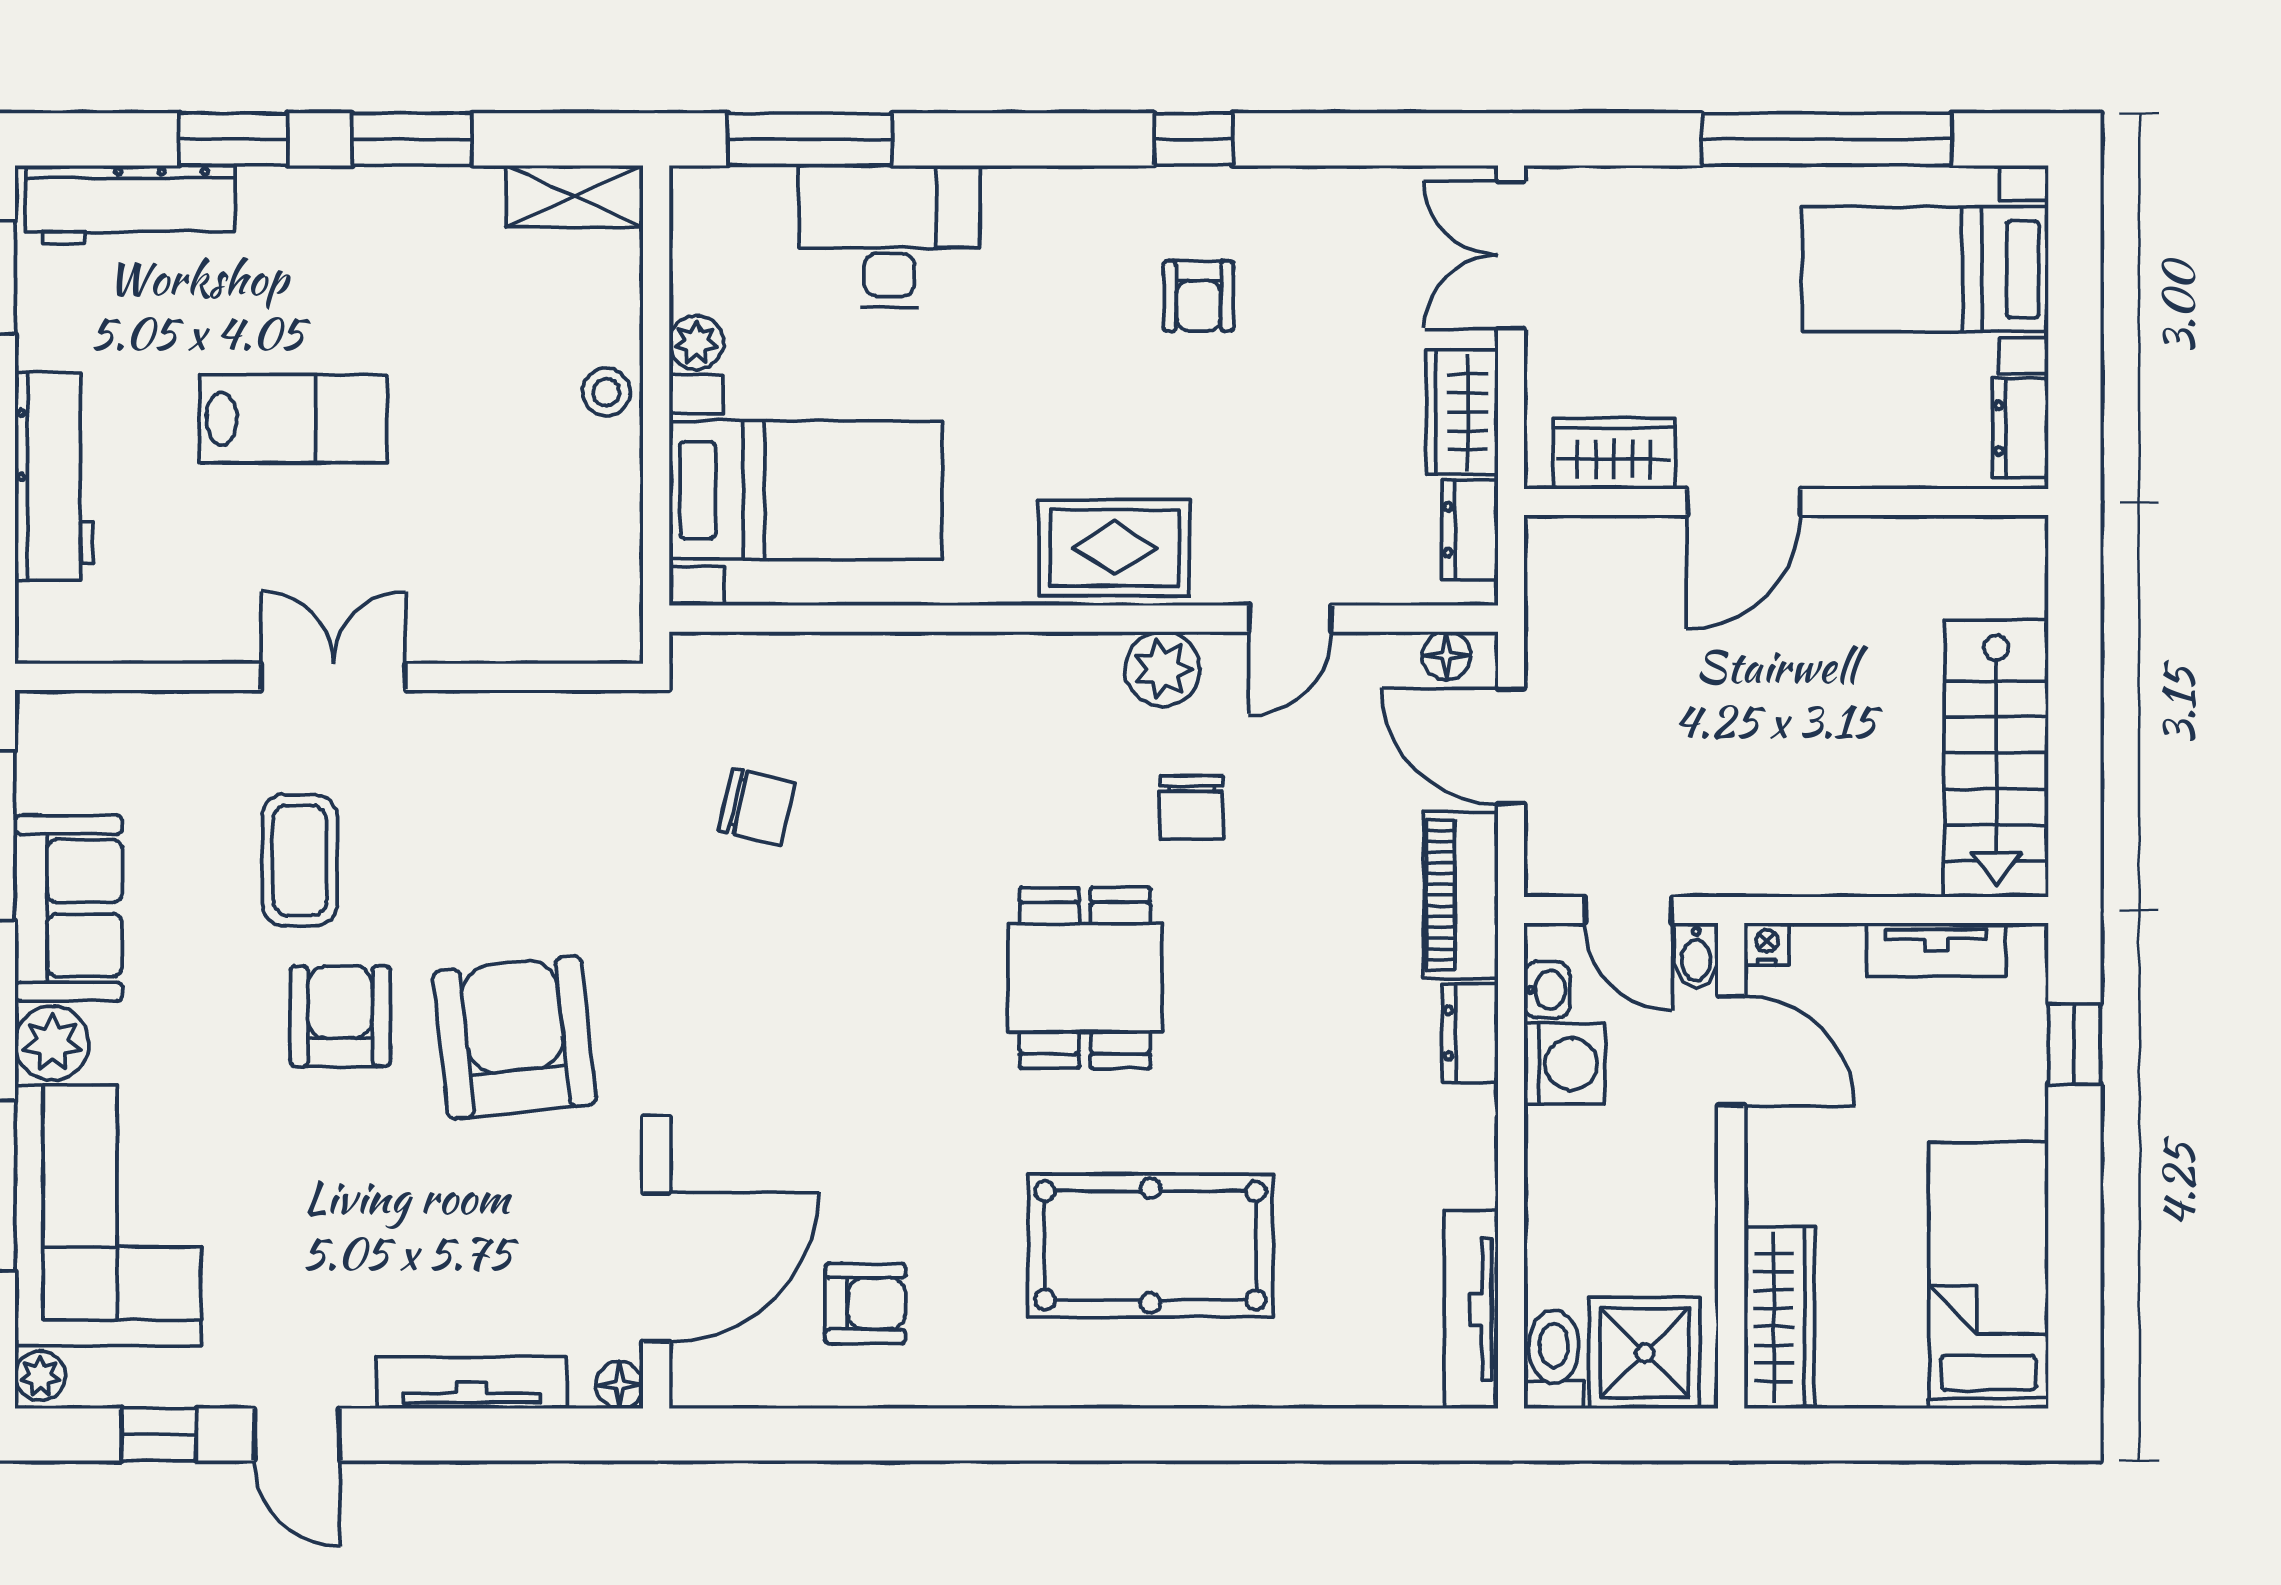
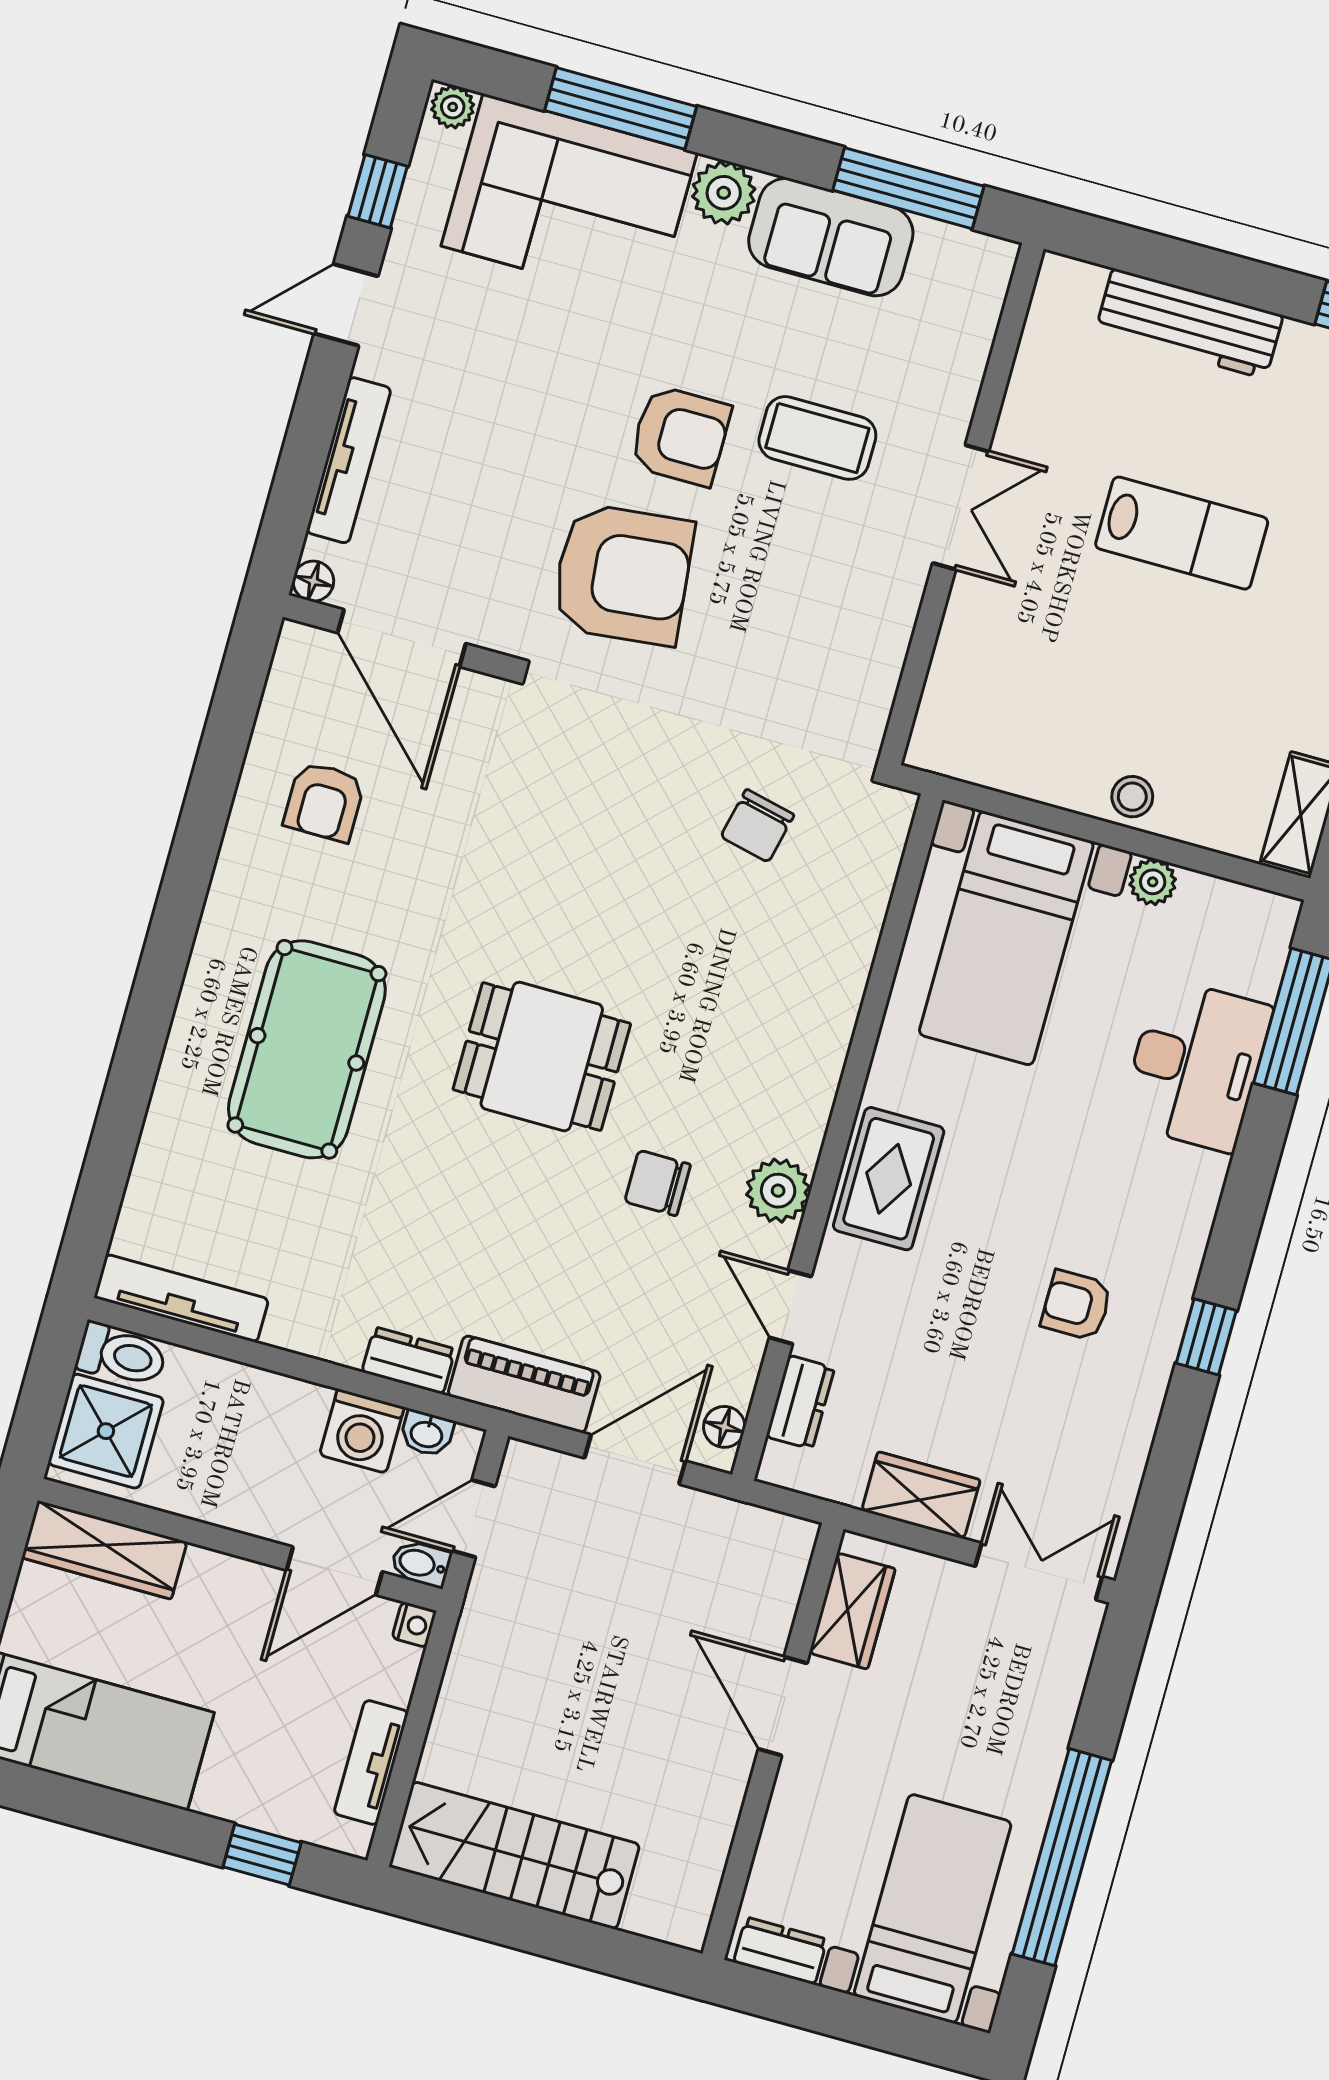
lab bench: (293, 419) -> (1182, 533), turned -90
dresser: (1470, 530) -> (800, 1402), moved, turned 90

